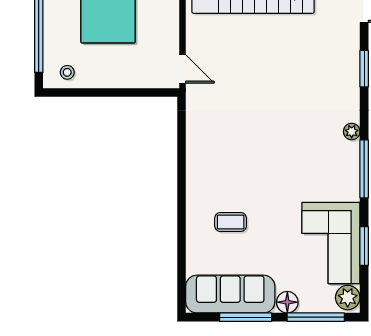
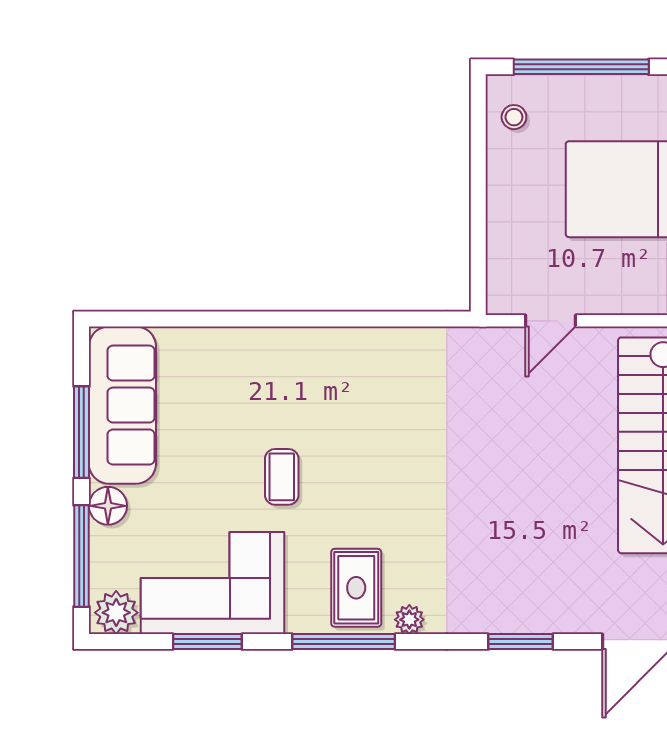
door: (183, 69) -> (551, 321), moved
rug: (334, 162) -> (356, 588), added
coffee table: (231, 222) -> (282, 477), moved

